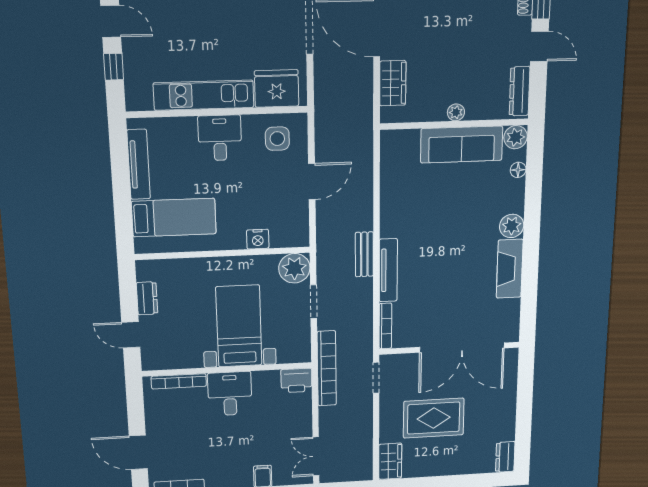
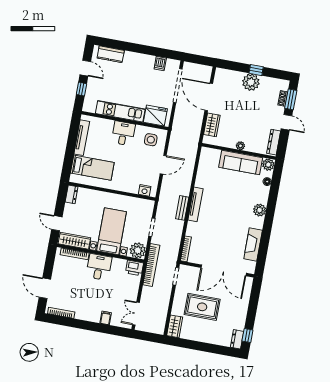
nightstand: (258, 239) -> (145, 190), moved
plant: (294, 268) -> (138, 250), moved
fireplace: (510, 269) -> (253, 244), moved
tv unit: (388, 270) -> (195, 204), moved
dresser: (147, 298) -> (72, 194), moved
wardrobe: (172, 359) -> (74, 241), added
window: (523, 447) -> (247, 336), added

